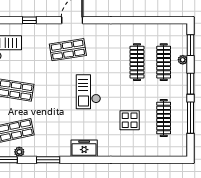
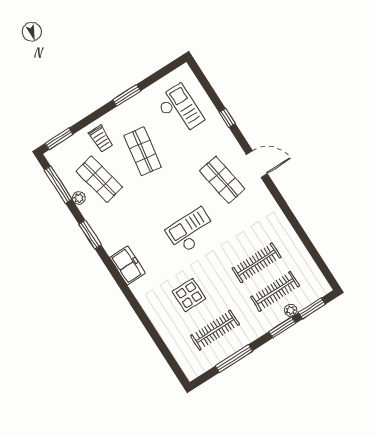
window: (190, 84) -> (282, 327), moved

